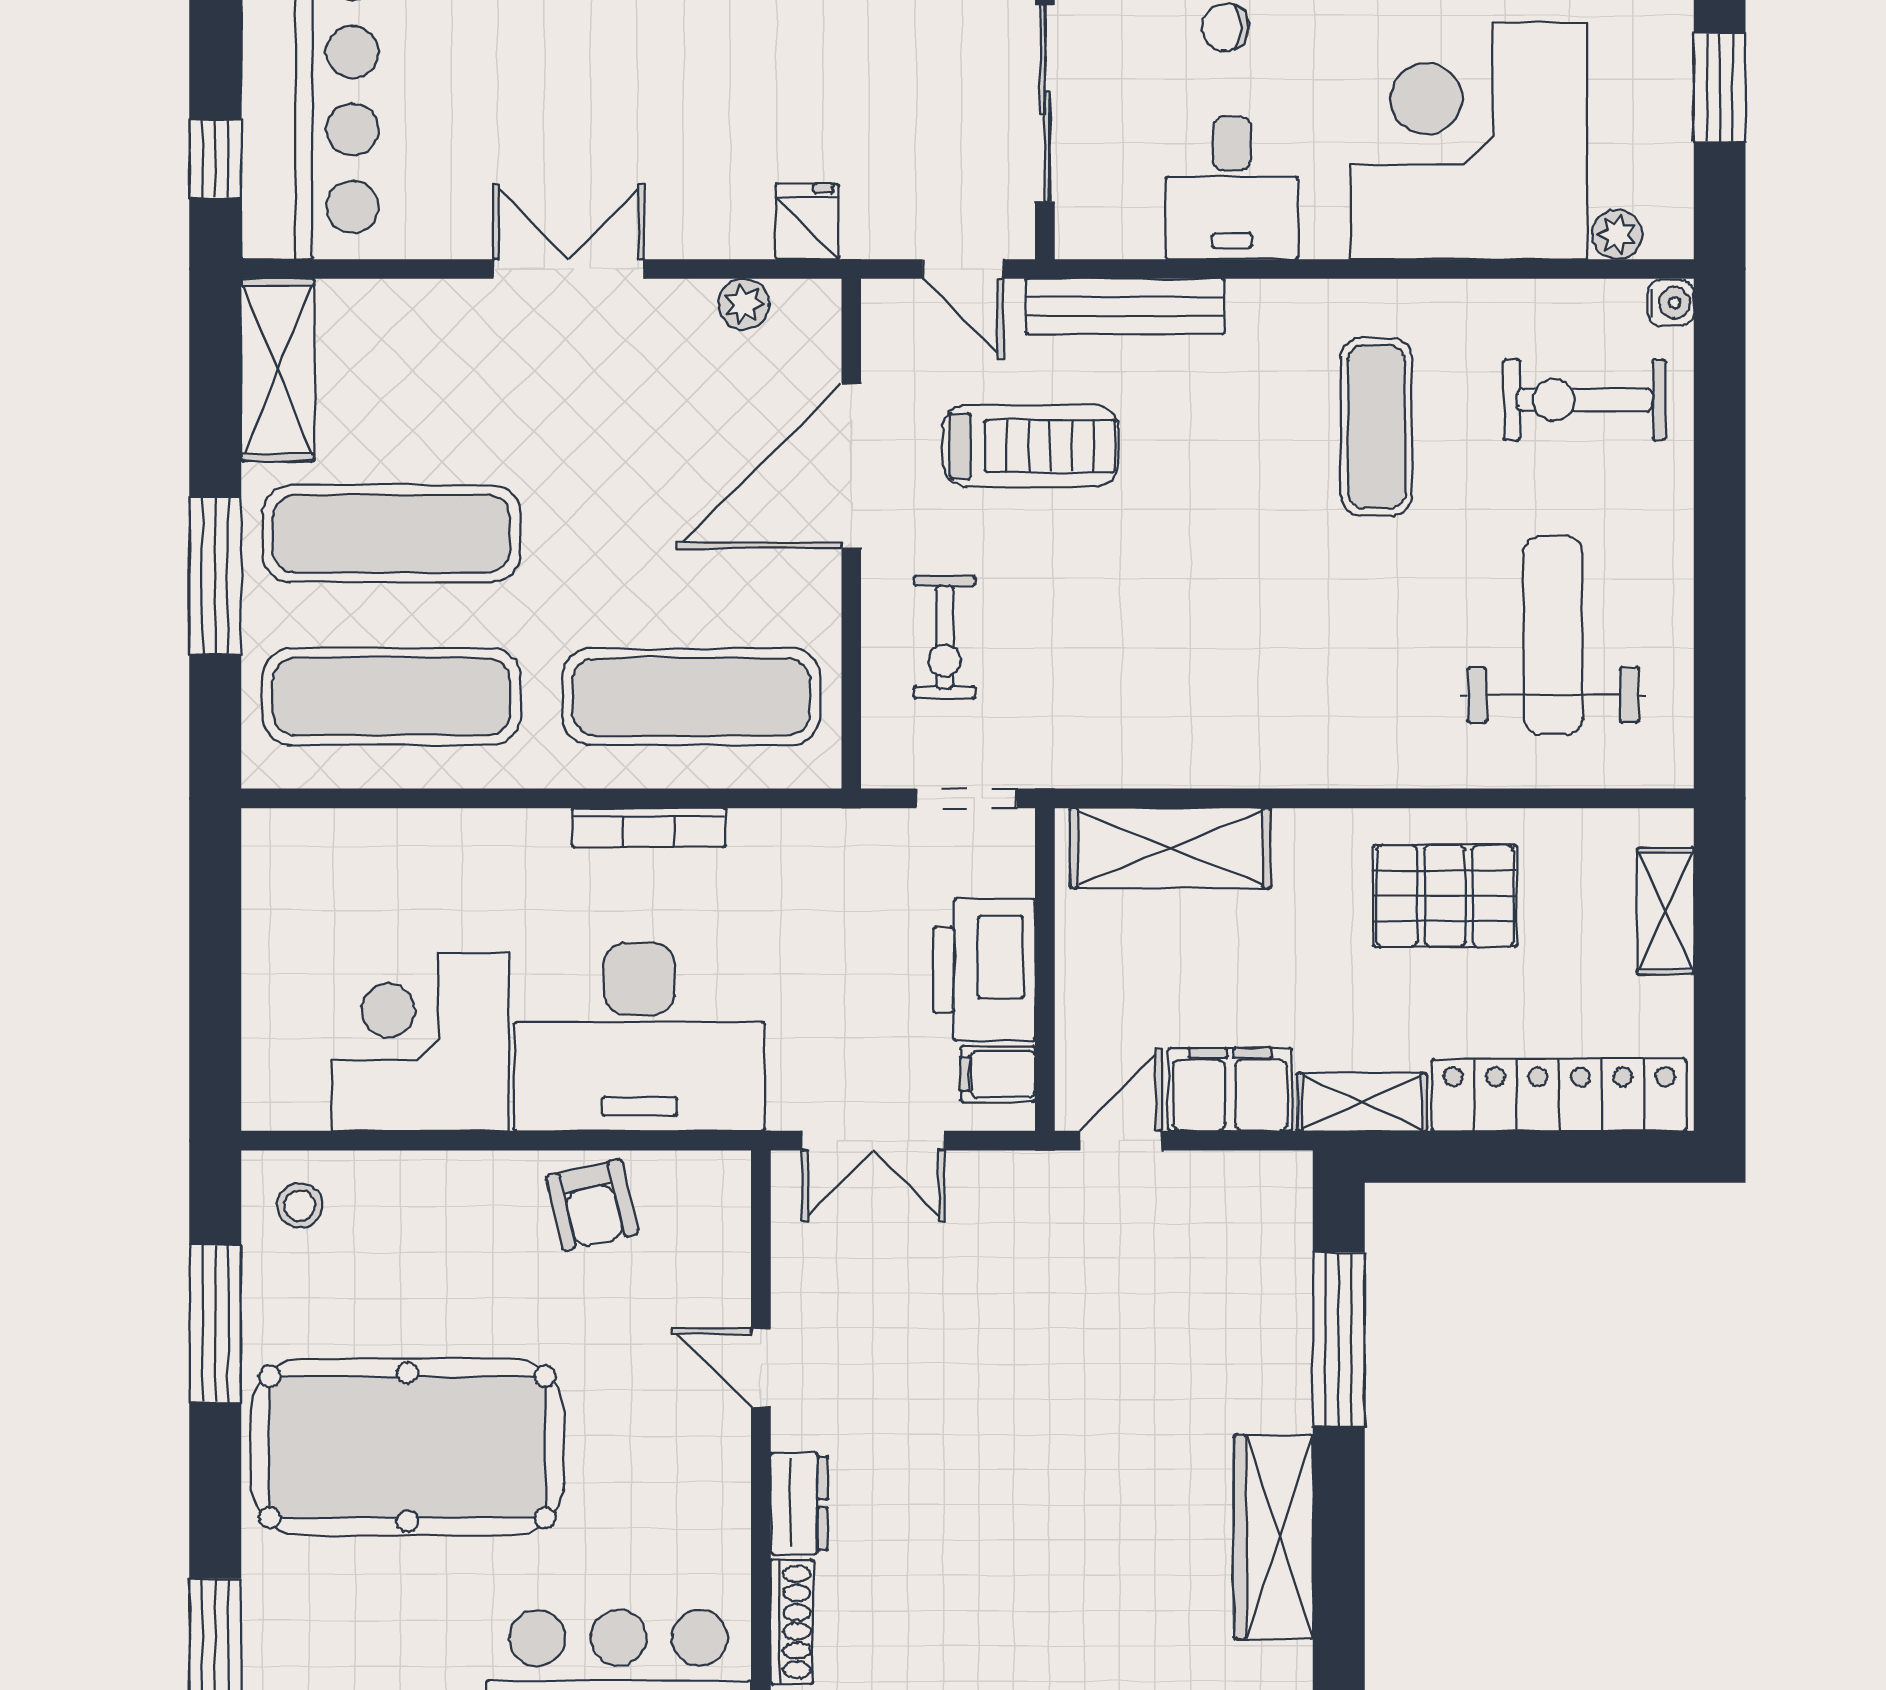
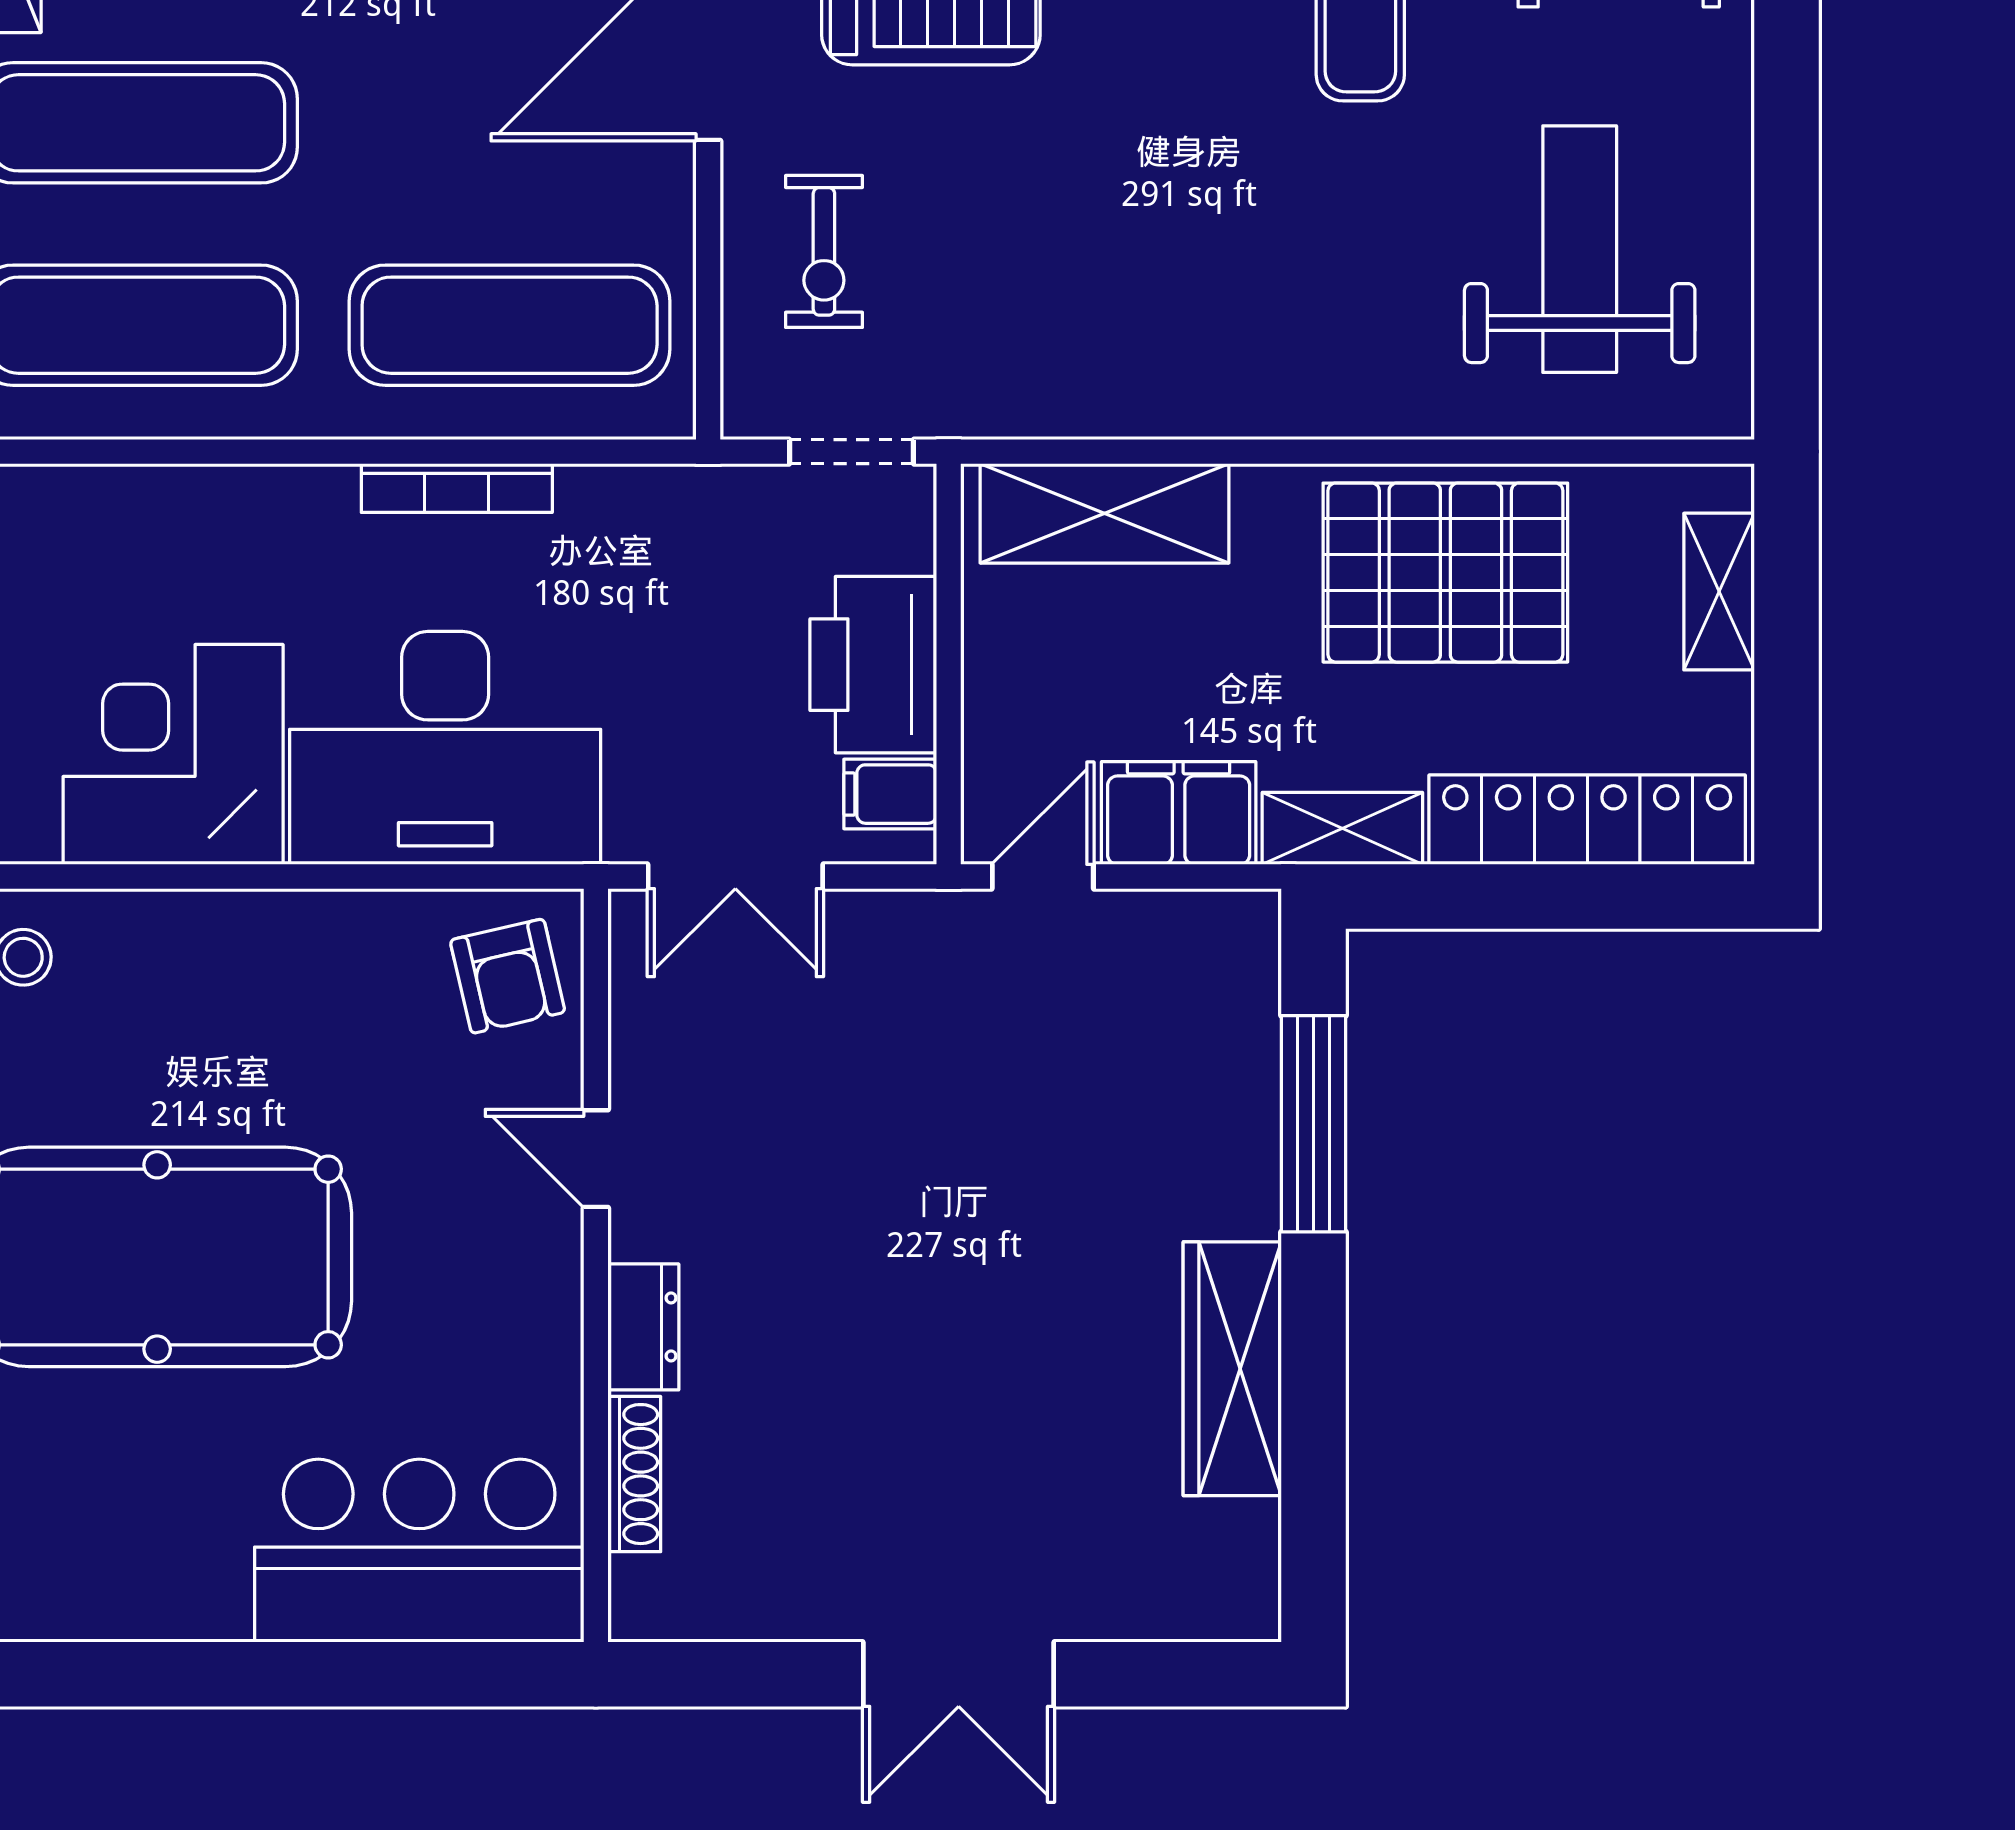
pallet: (1445, 896) -> (1445, 573), width x1.37, depth x1.41
armchair: (592, 1205) -> (508, 976), moved

